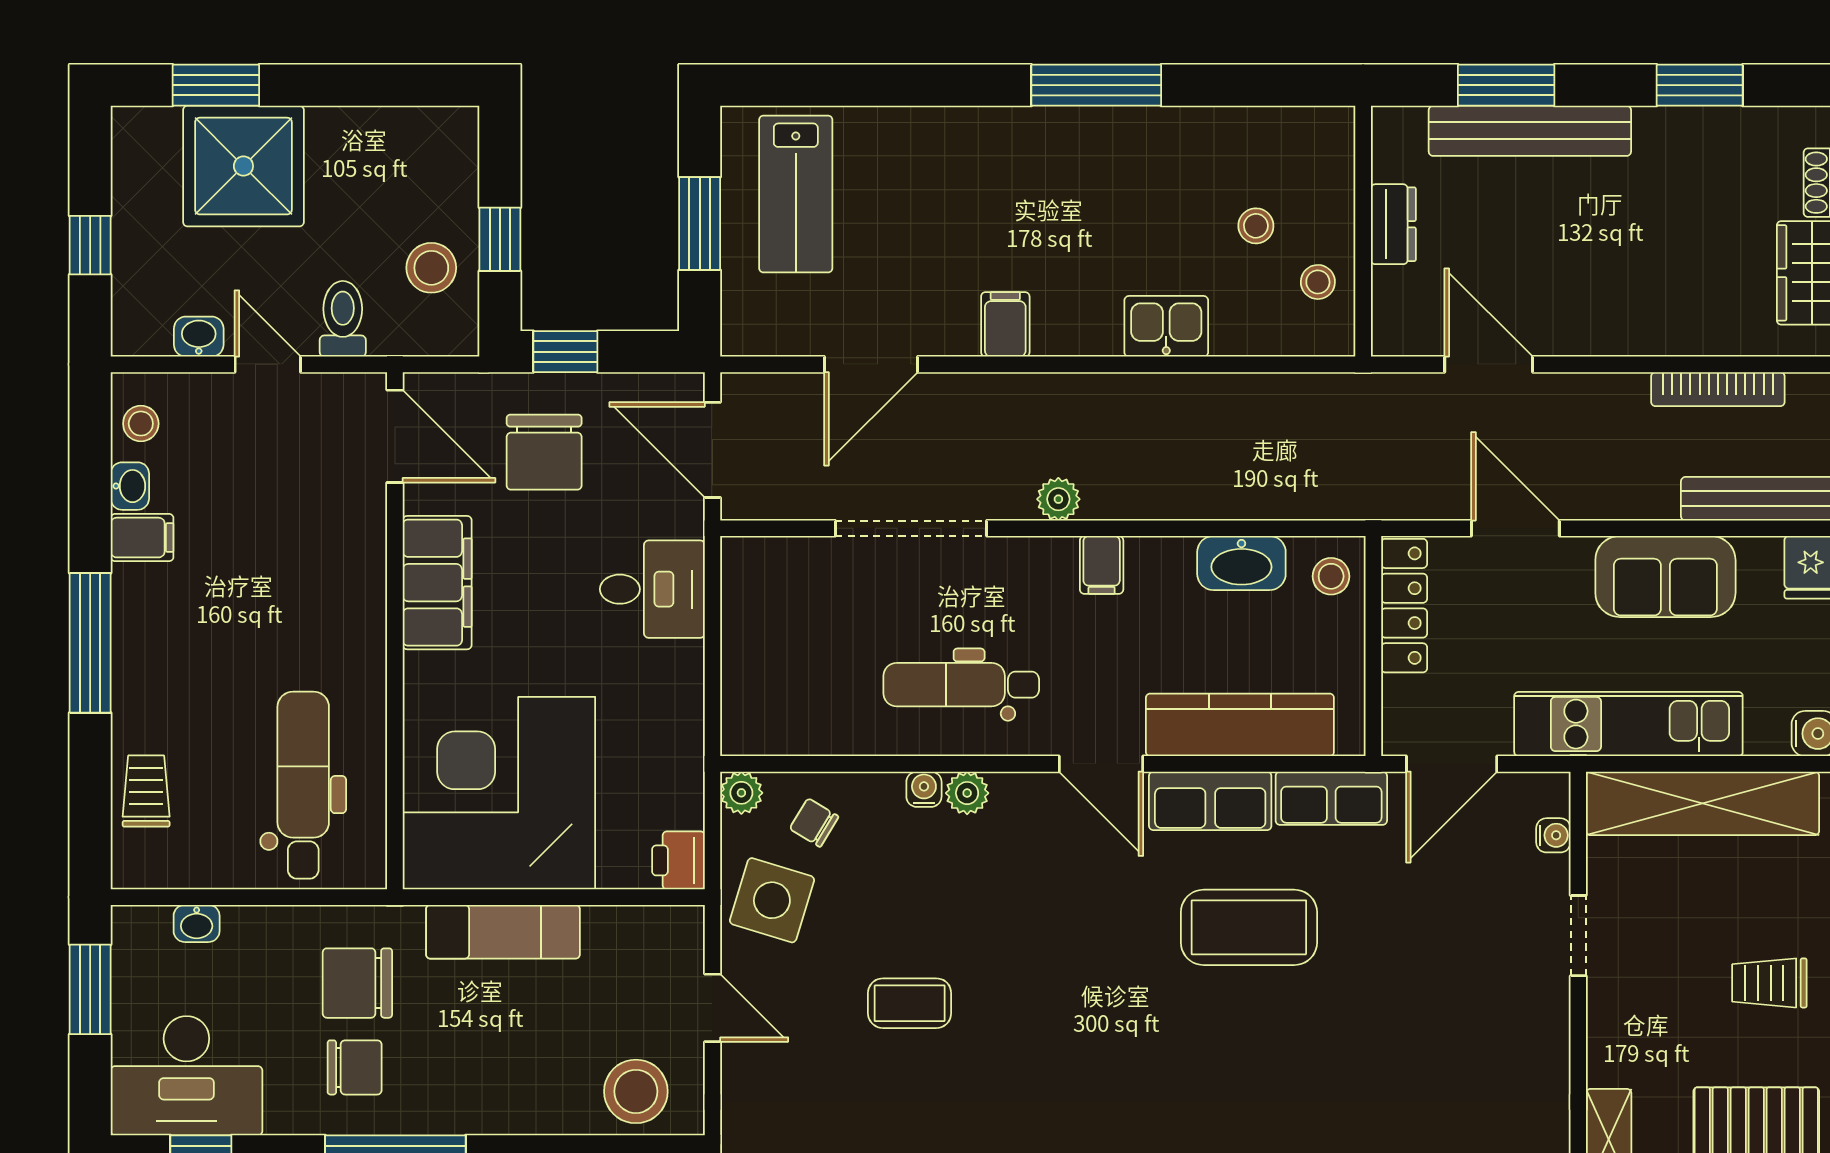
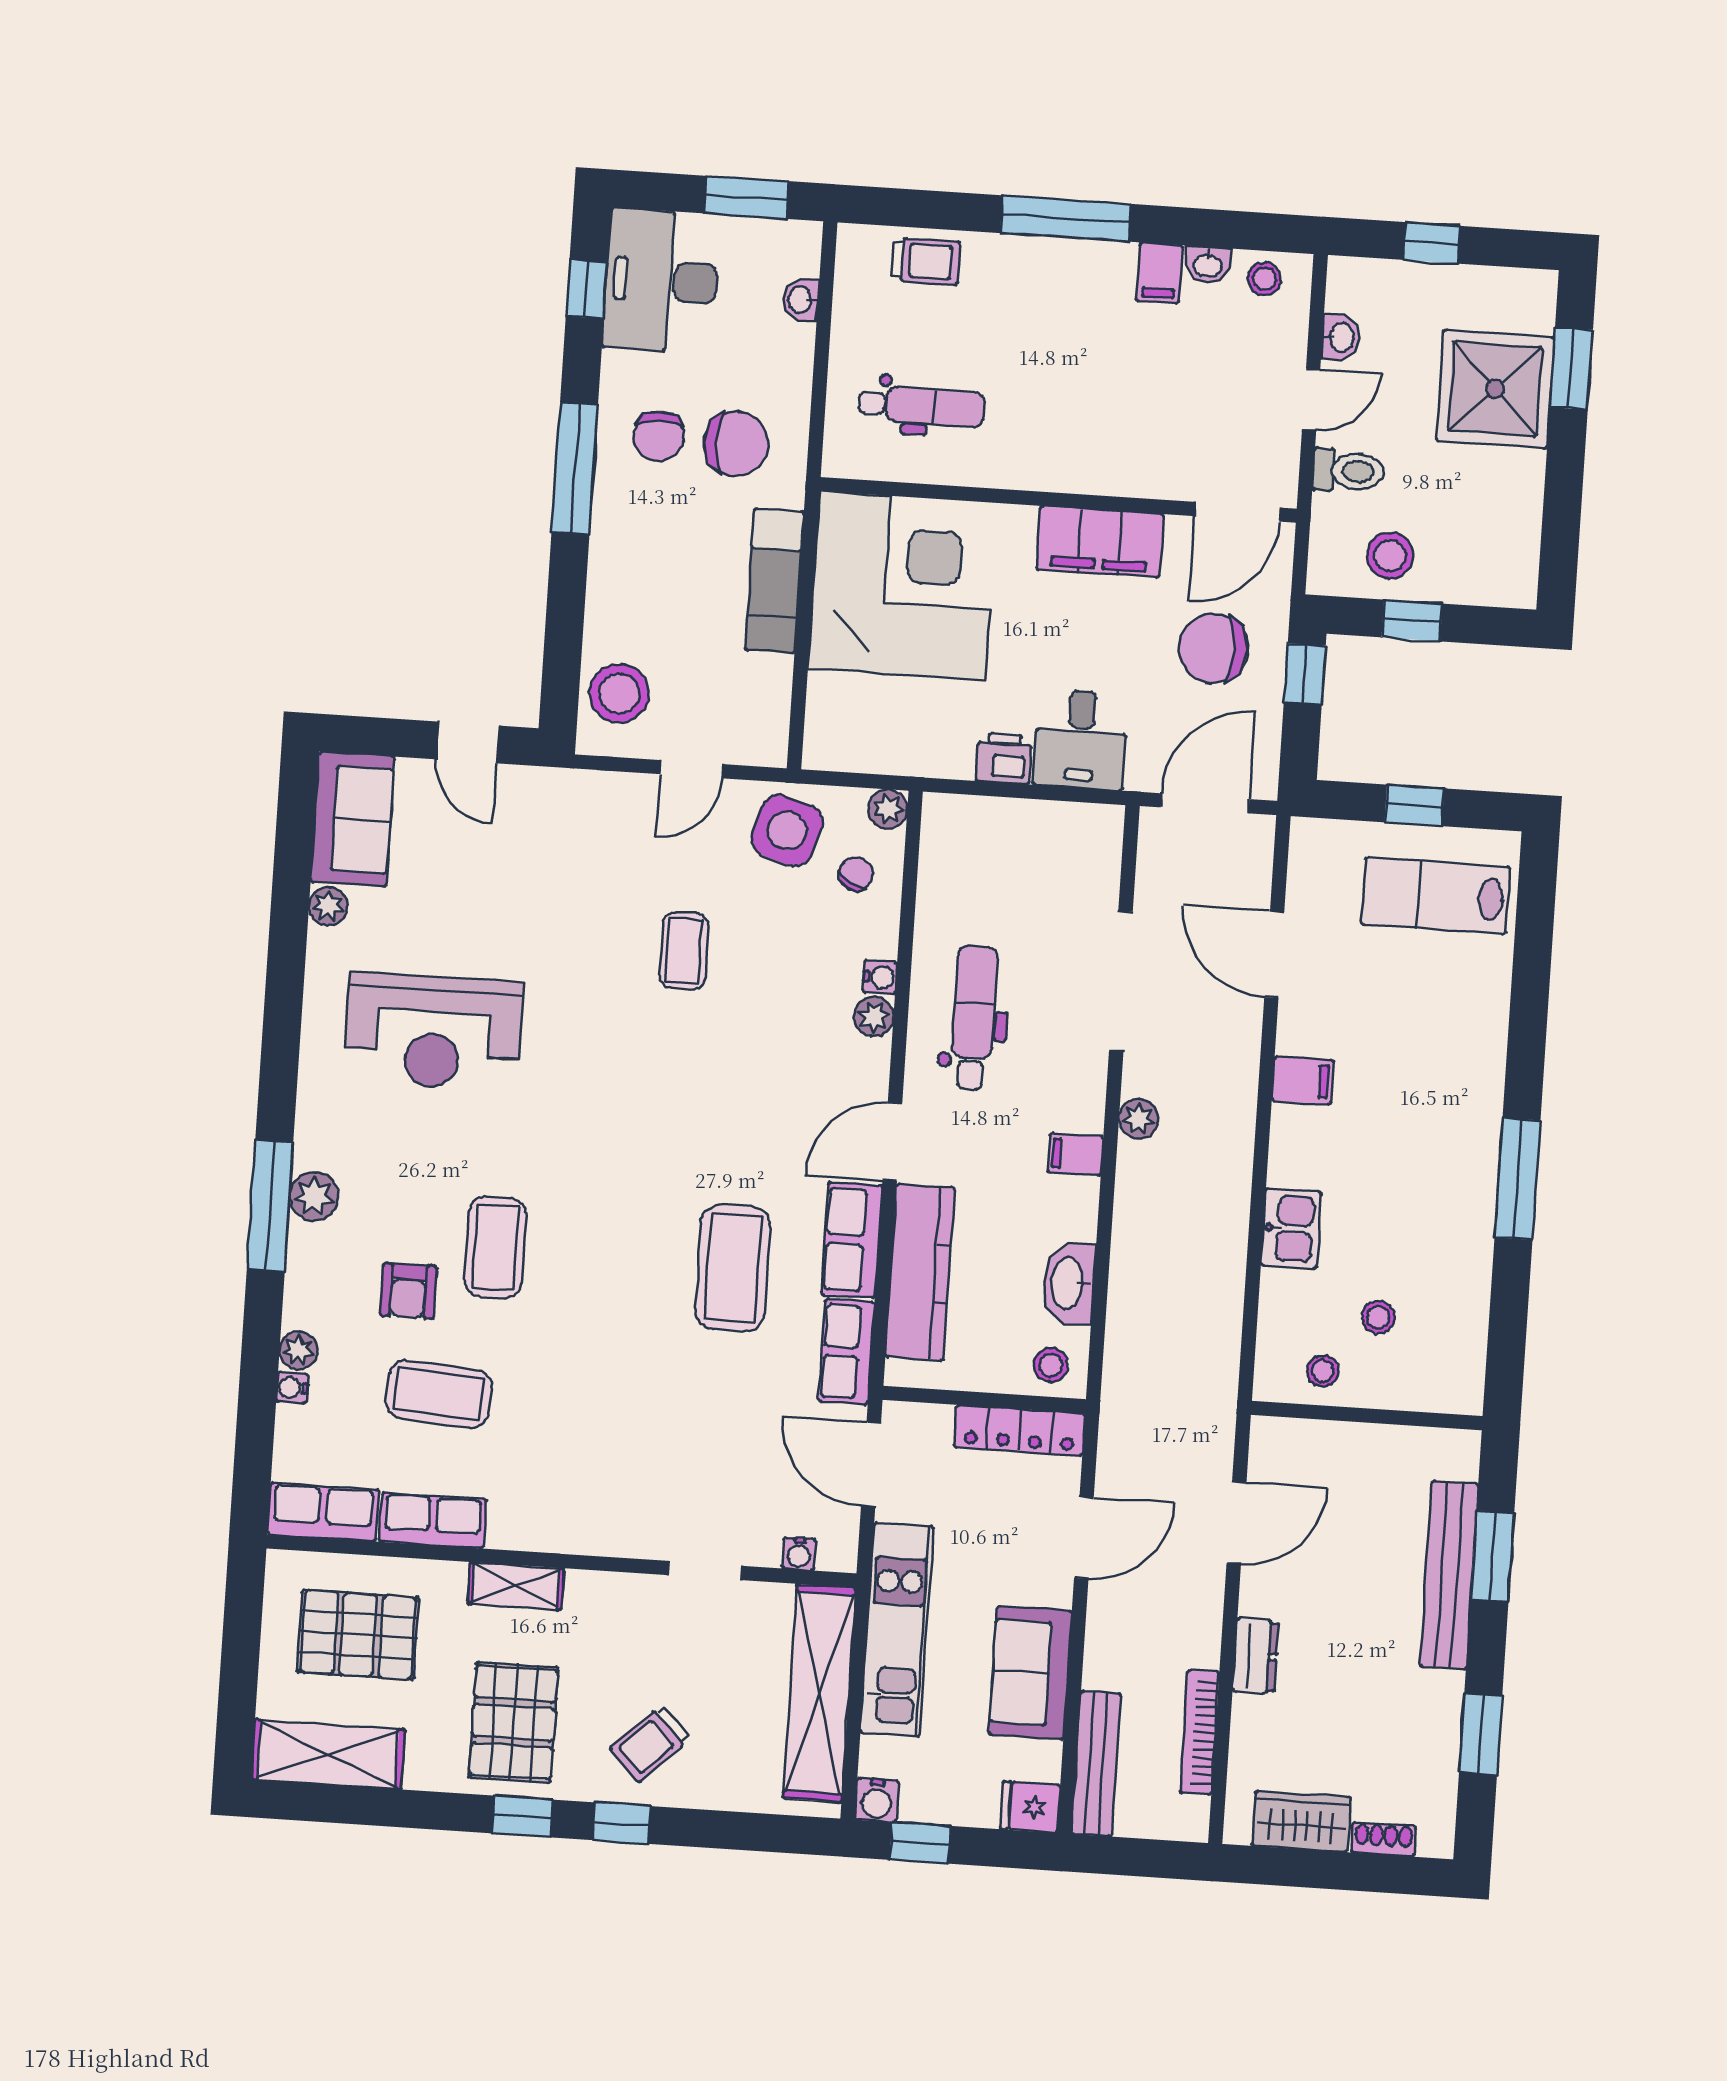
window: (700, 223) -> (1414, 805), width x0.67
dresser: (1393, 224) -> (1256, 1656), moved, turned -90
dental chair: (303, 785) -> (922, 406), width x0.73, depth x0.72
printer: (678, 860) -> (1004, 758), moved
chair: (357, 983) -> (736, 444), turned 90
trolley: (1769, 983) -> (650, 1744), turned -134

